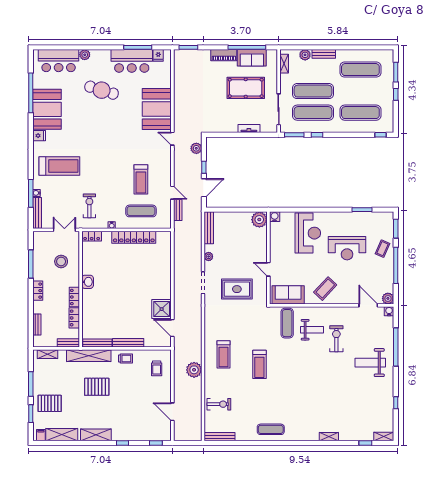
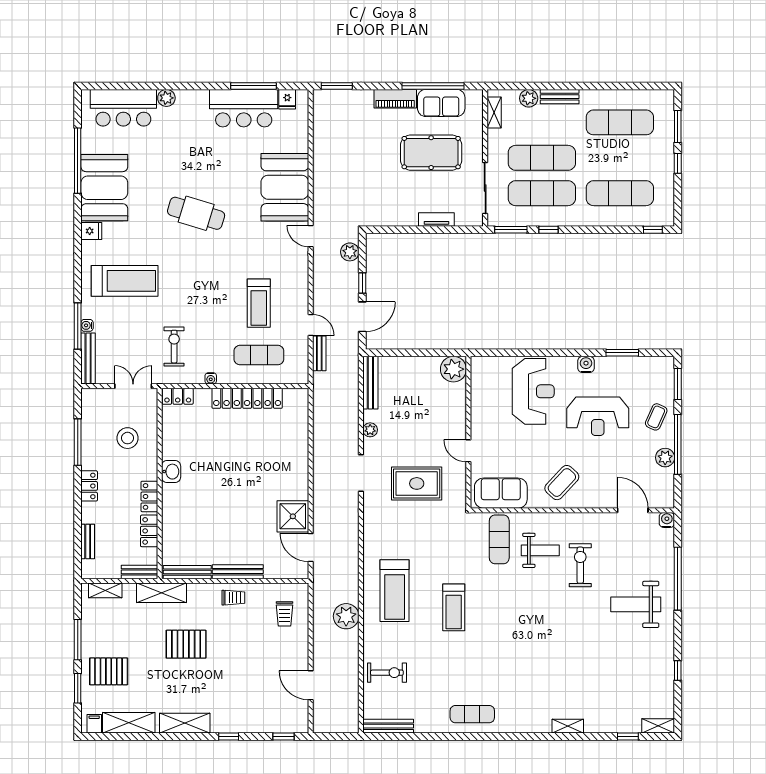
cafe table: (102, 90) -> (196, 213), moved
water cooler: (275, 217) -> (586, 364), moved
plant: (388, 298) -> (665, 458), moved
treadmill: (223, 354) -> (395, 591), width x1.37, depth x1.38
shelving: (89, 356) -> (162, 593), width x0.68

